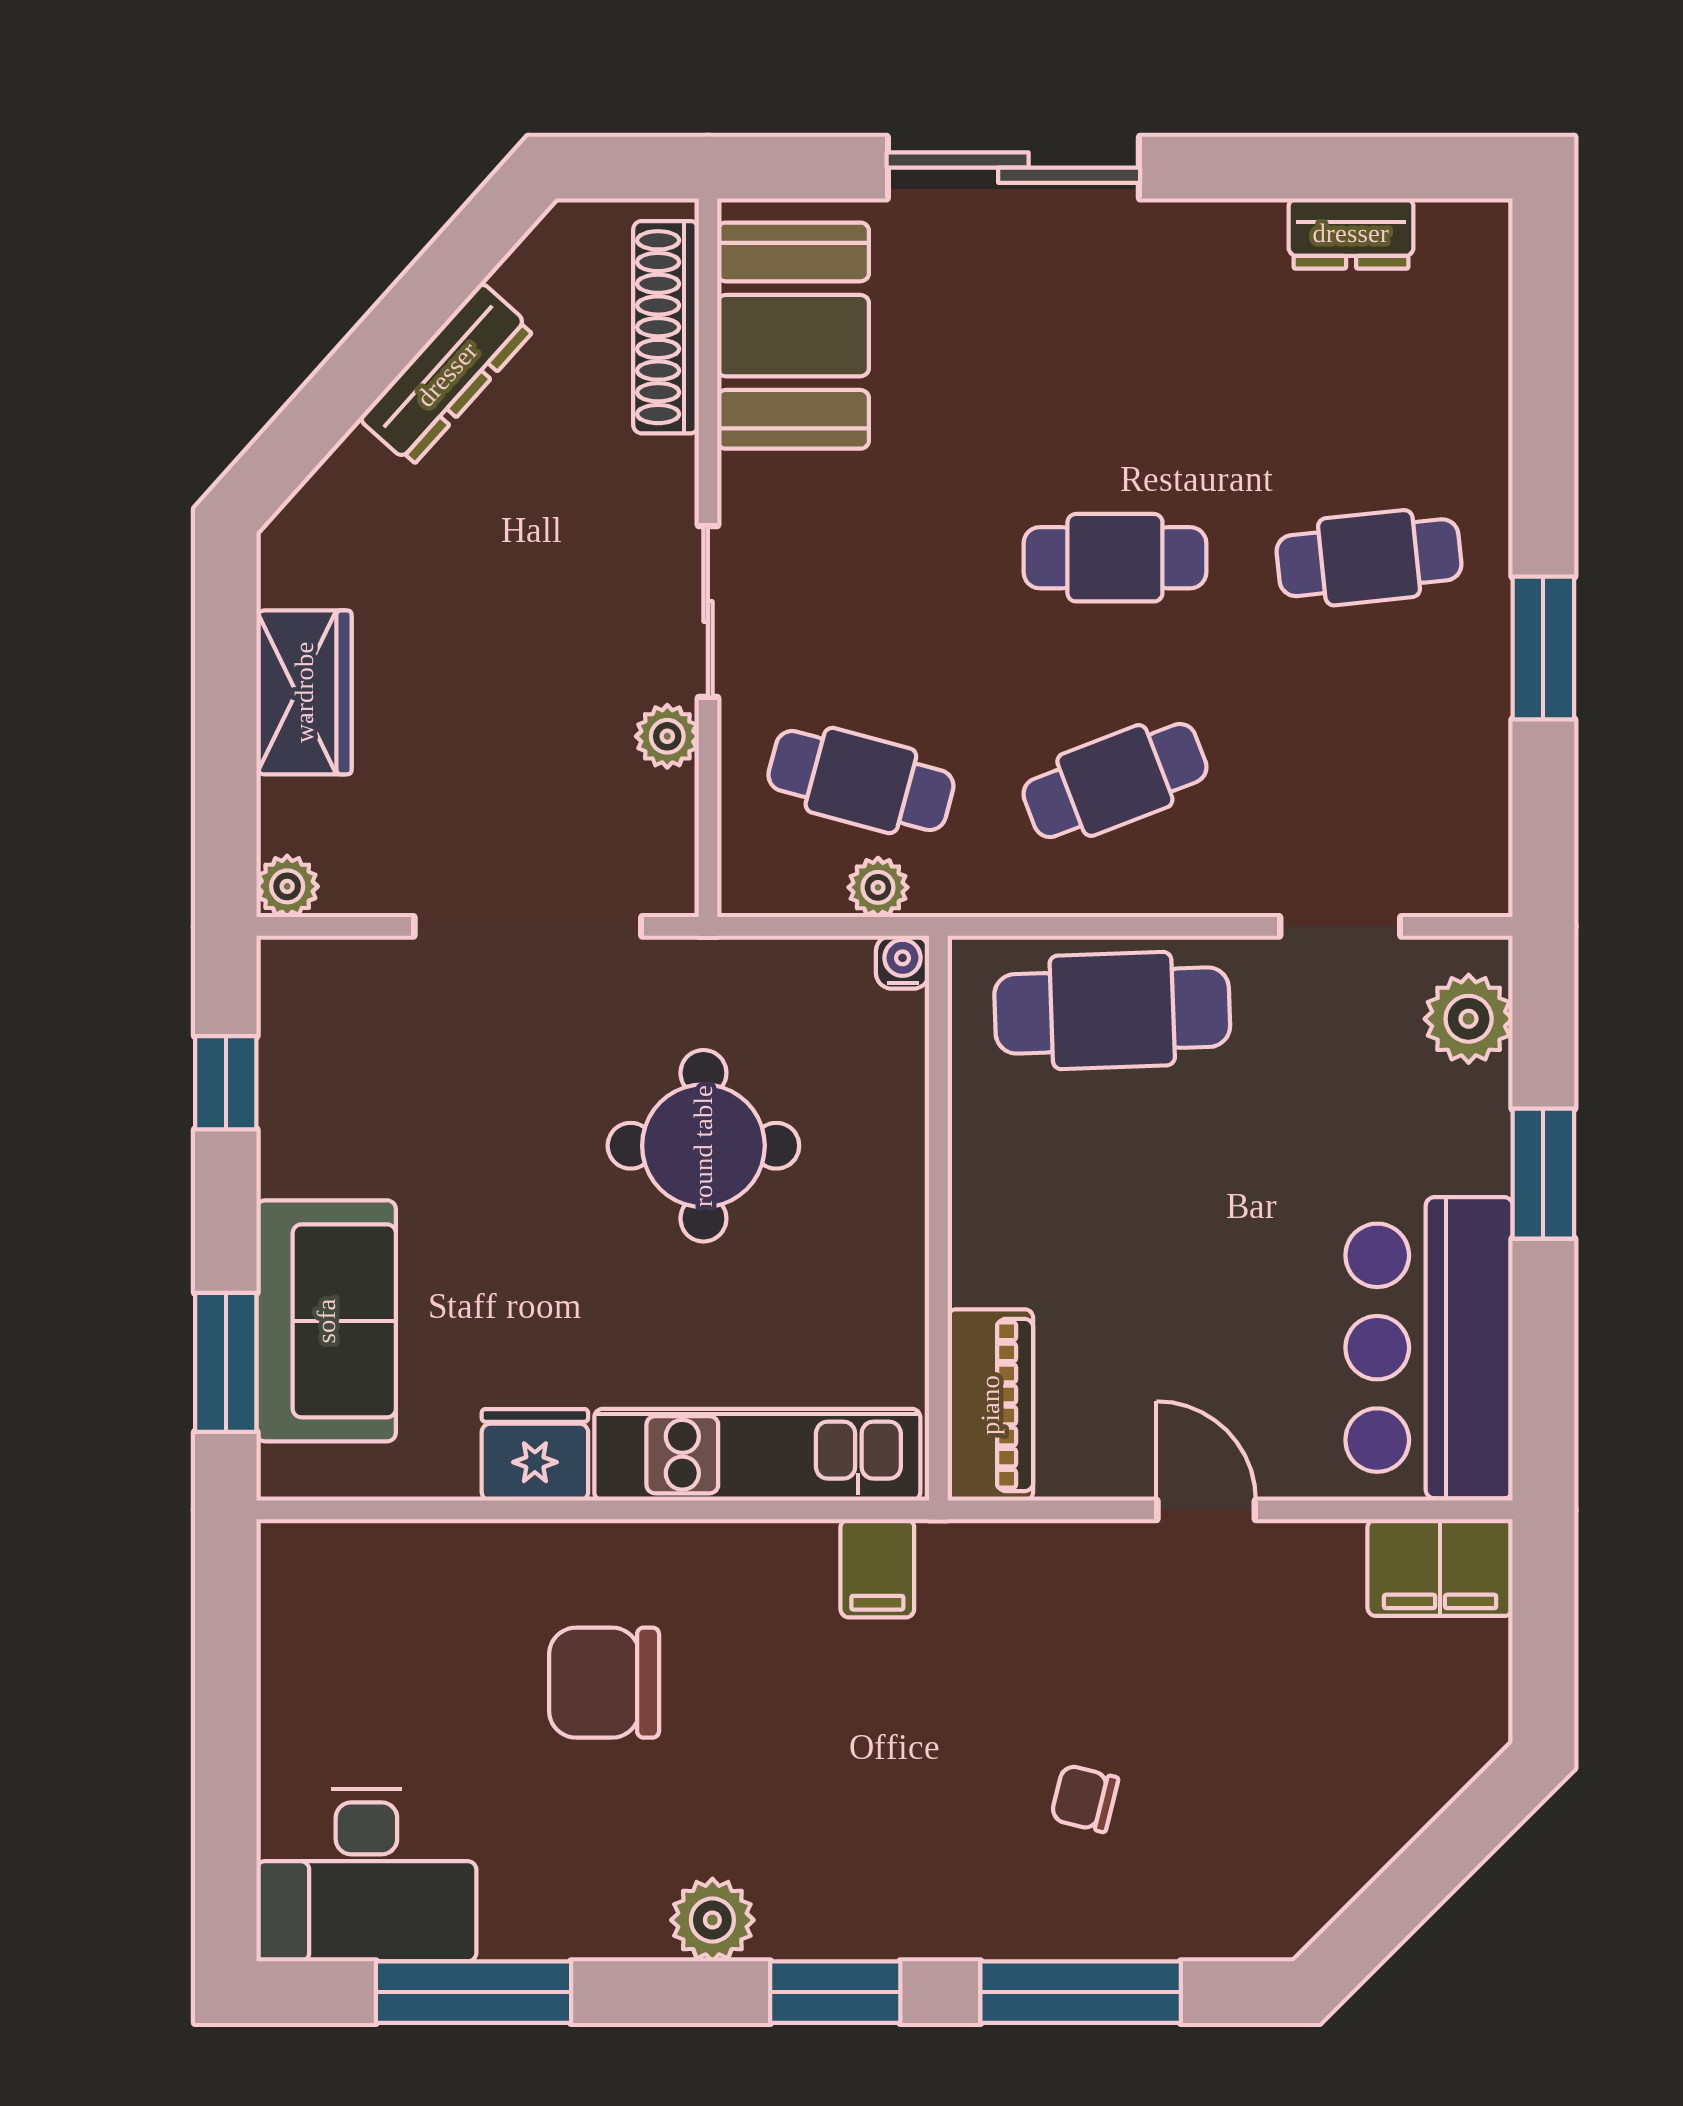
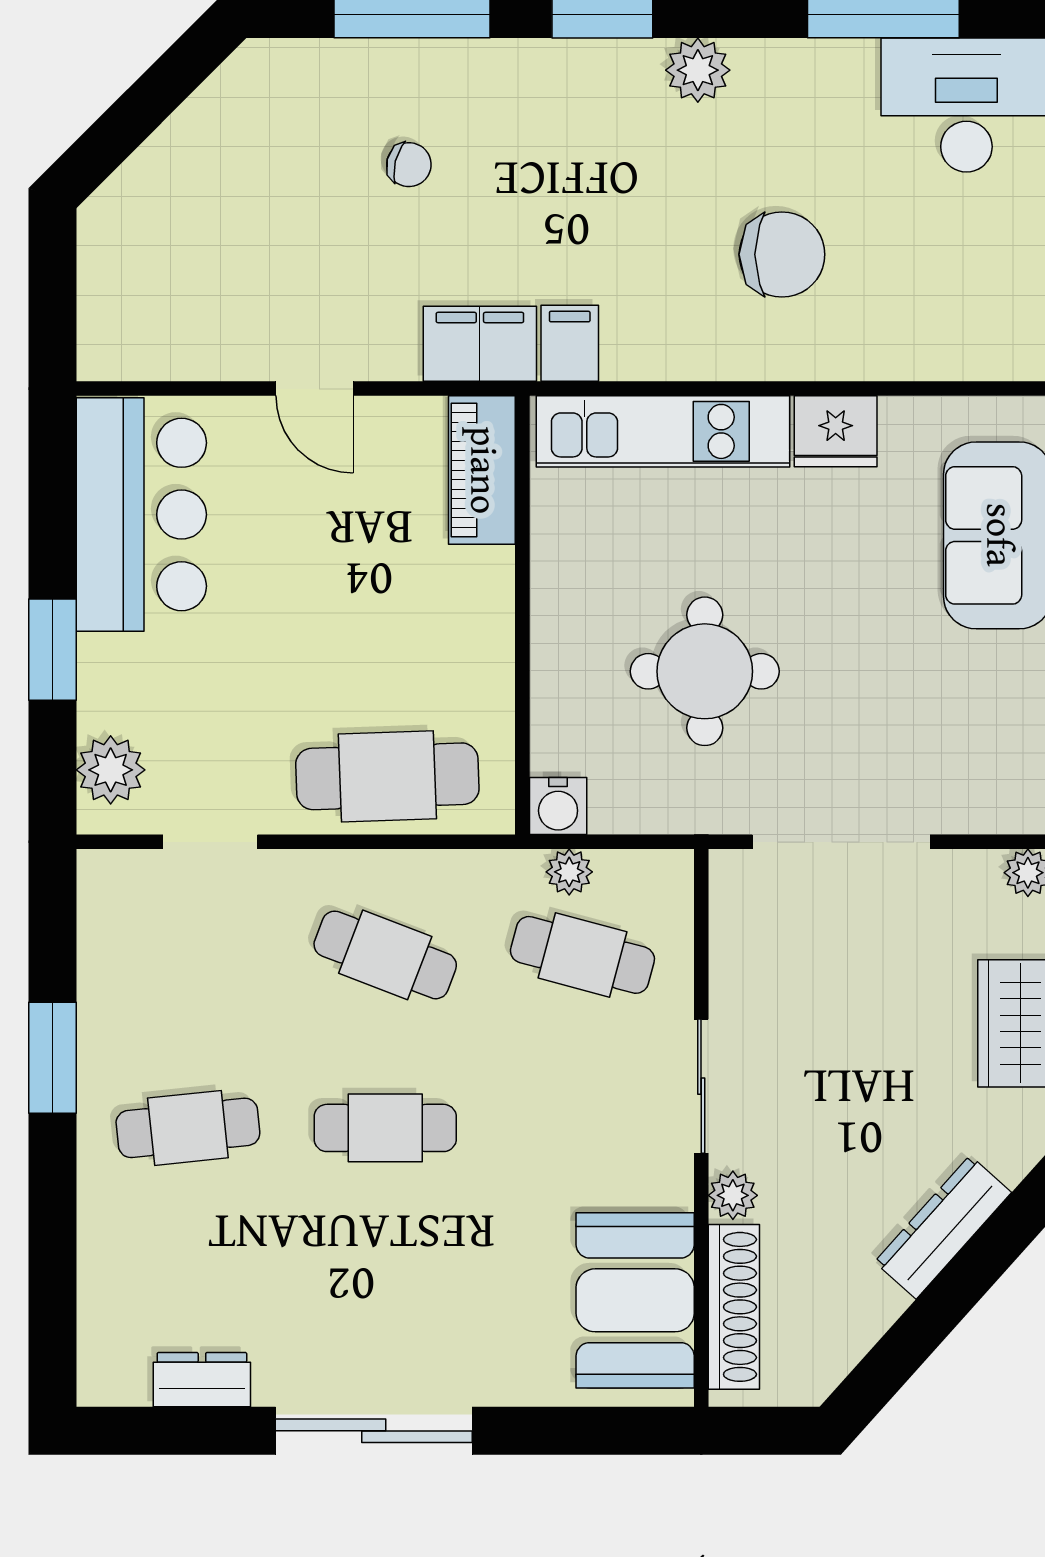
sliding door: (1013, 168) -> (374, 1431), moved
dresser: (447, 374) -> (943, 1227), moved
plant: (667, 736) -> (733, 1195), moved
cafe table: (1115, 781) -> (385, 955), turned 42
water cooler: (903, 962) -> (558, 806), width x1.38, depth x1.38
filing cabinet: (1440, 1568) -> (480, 344), moved

